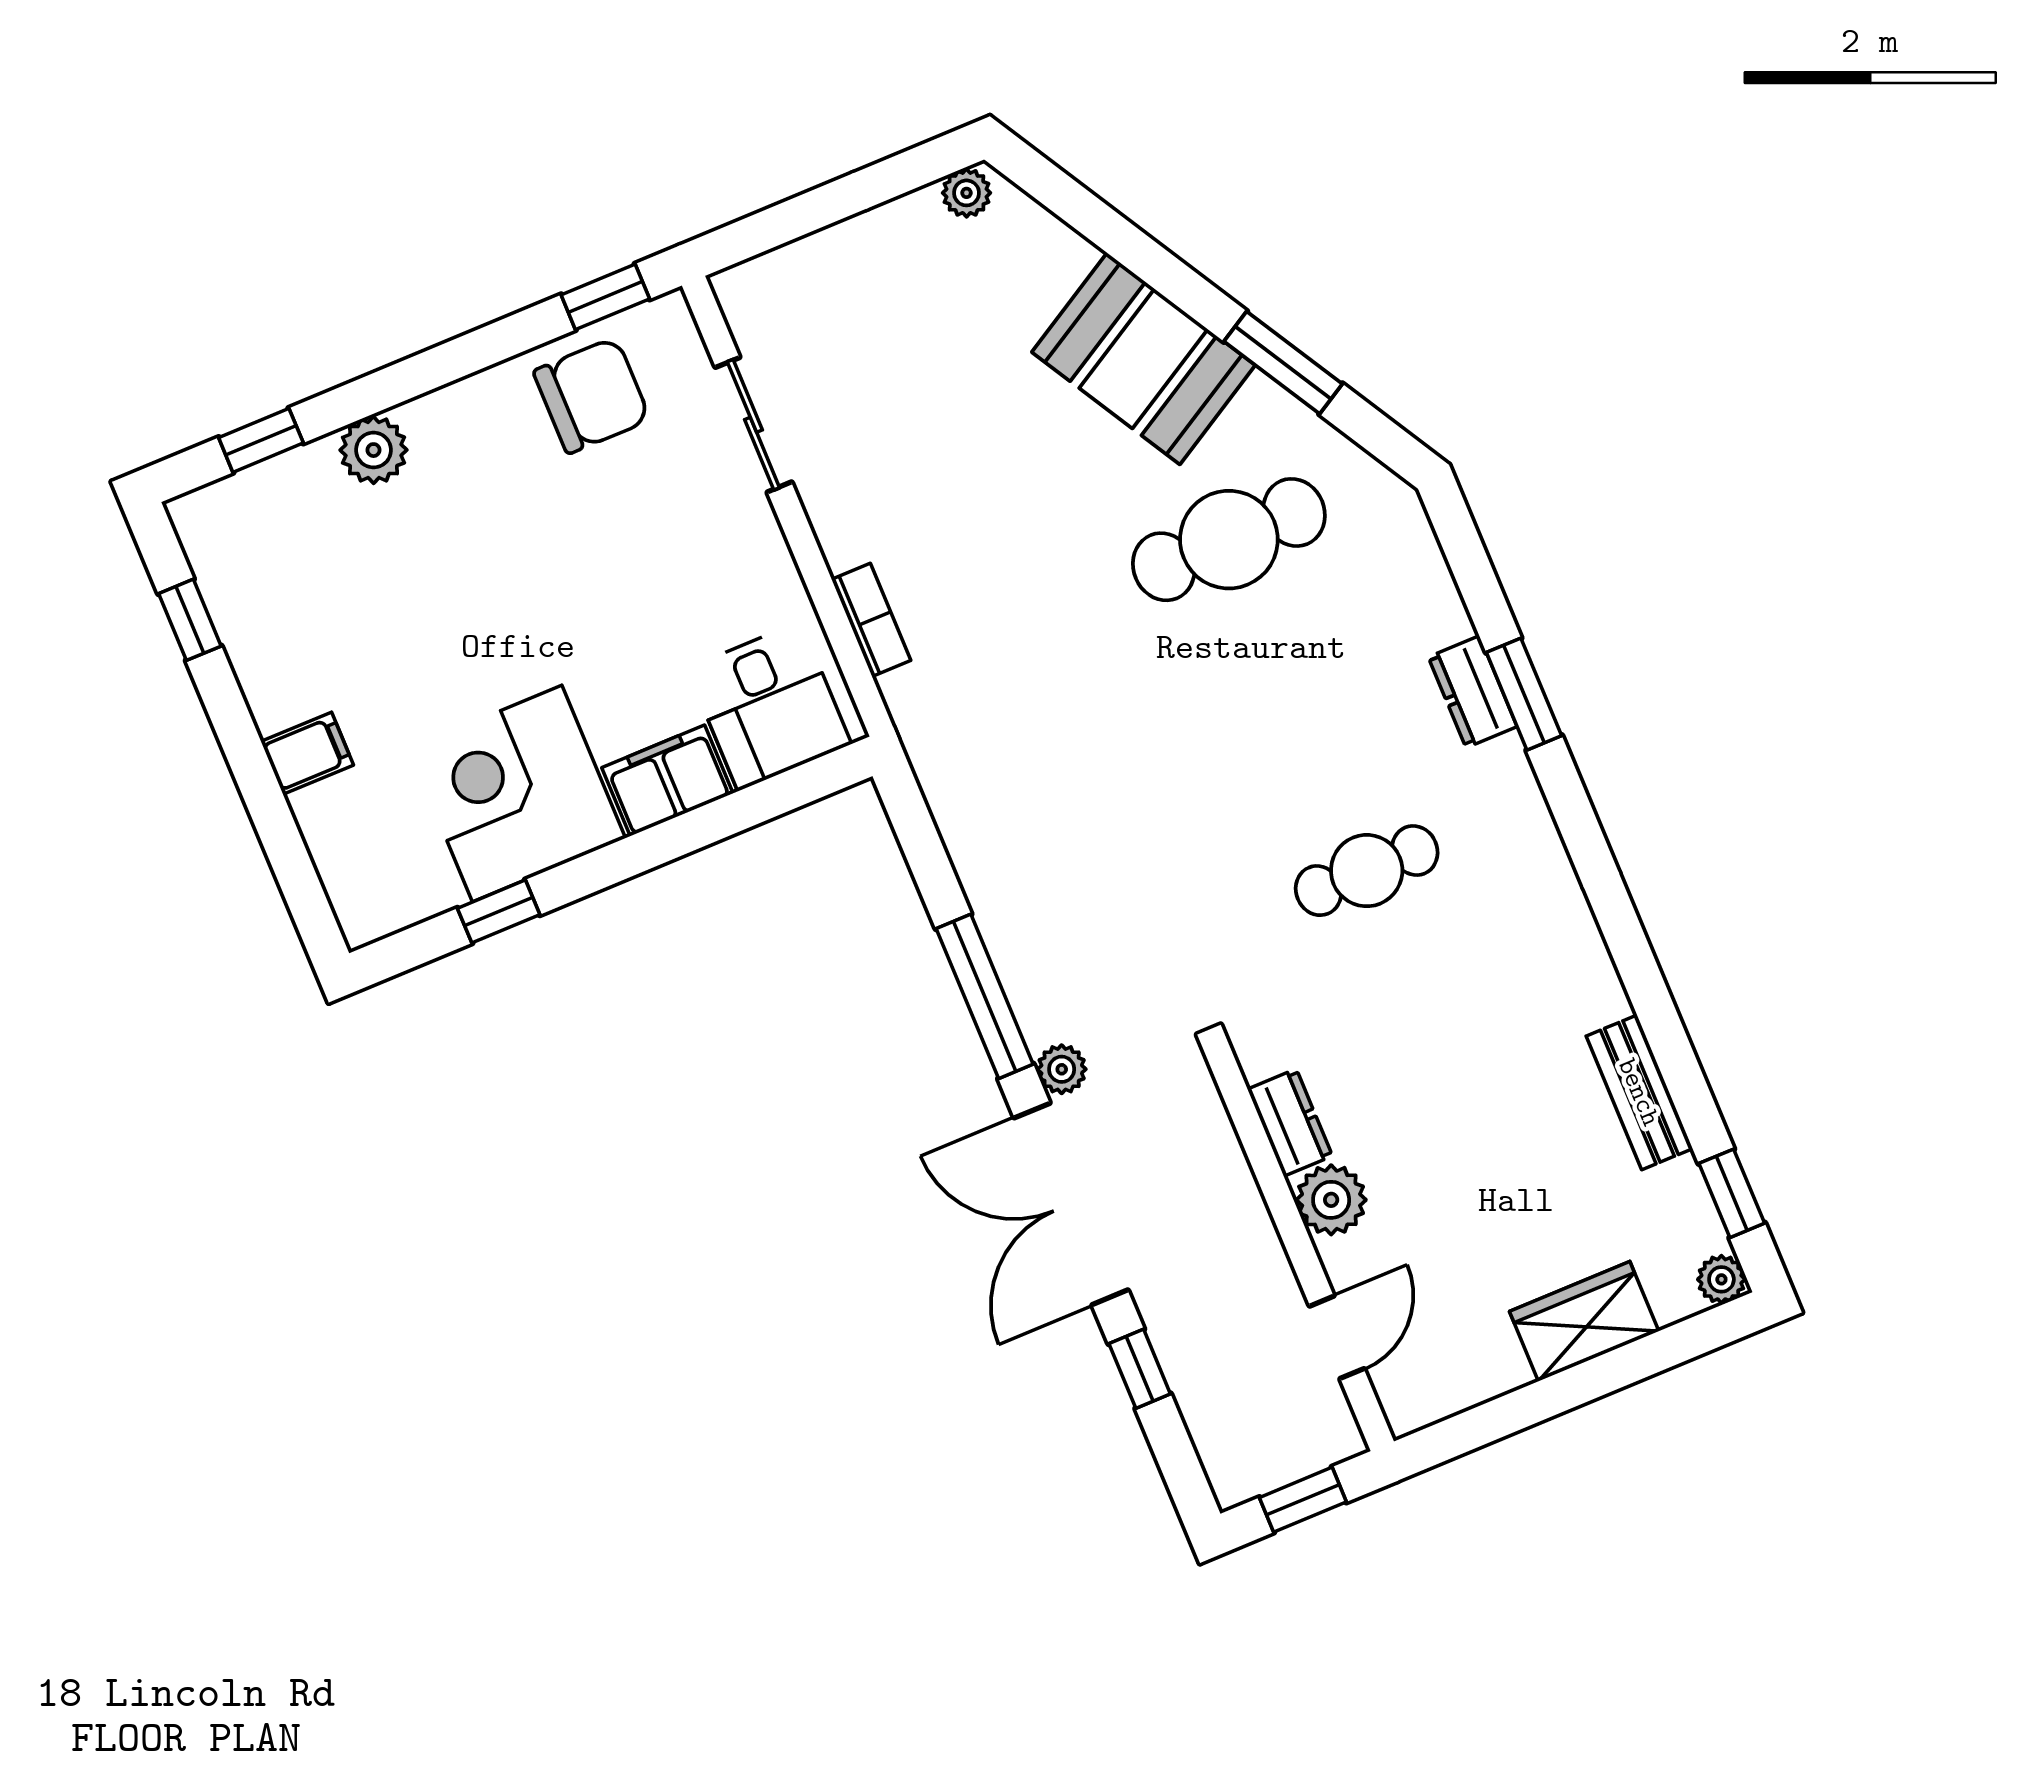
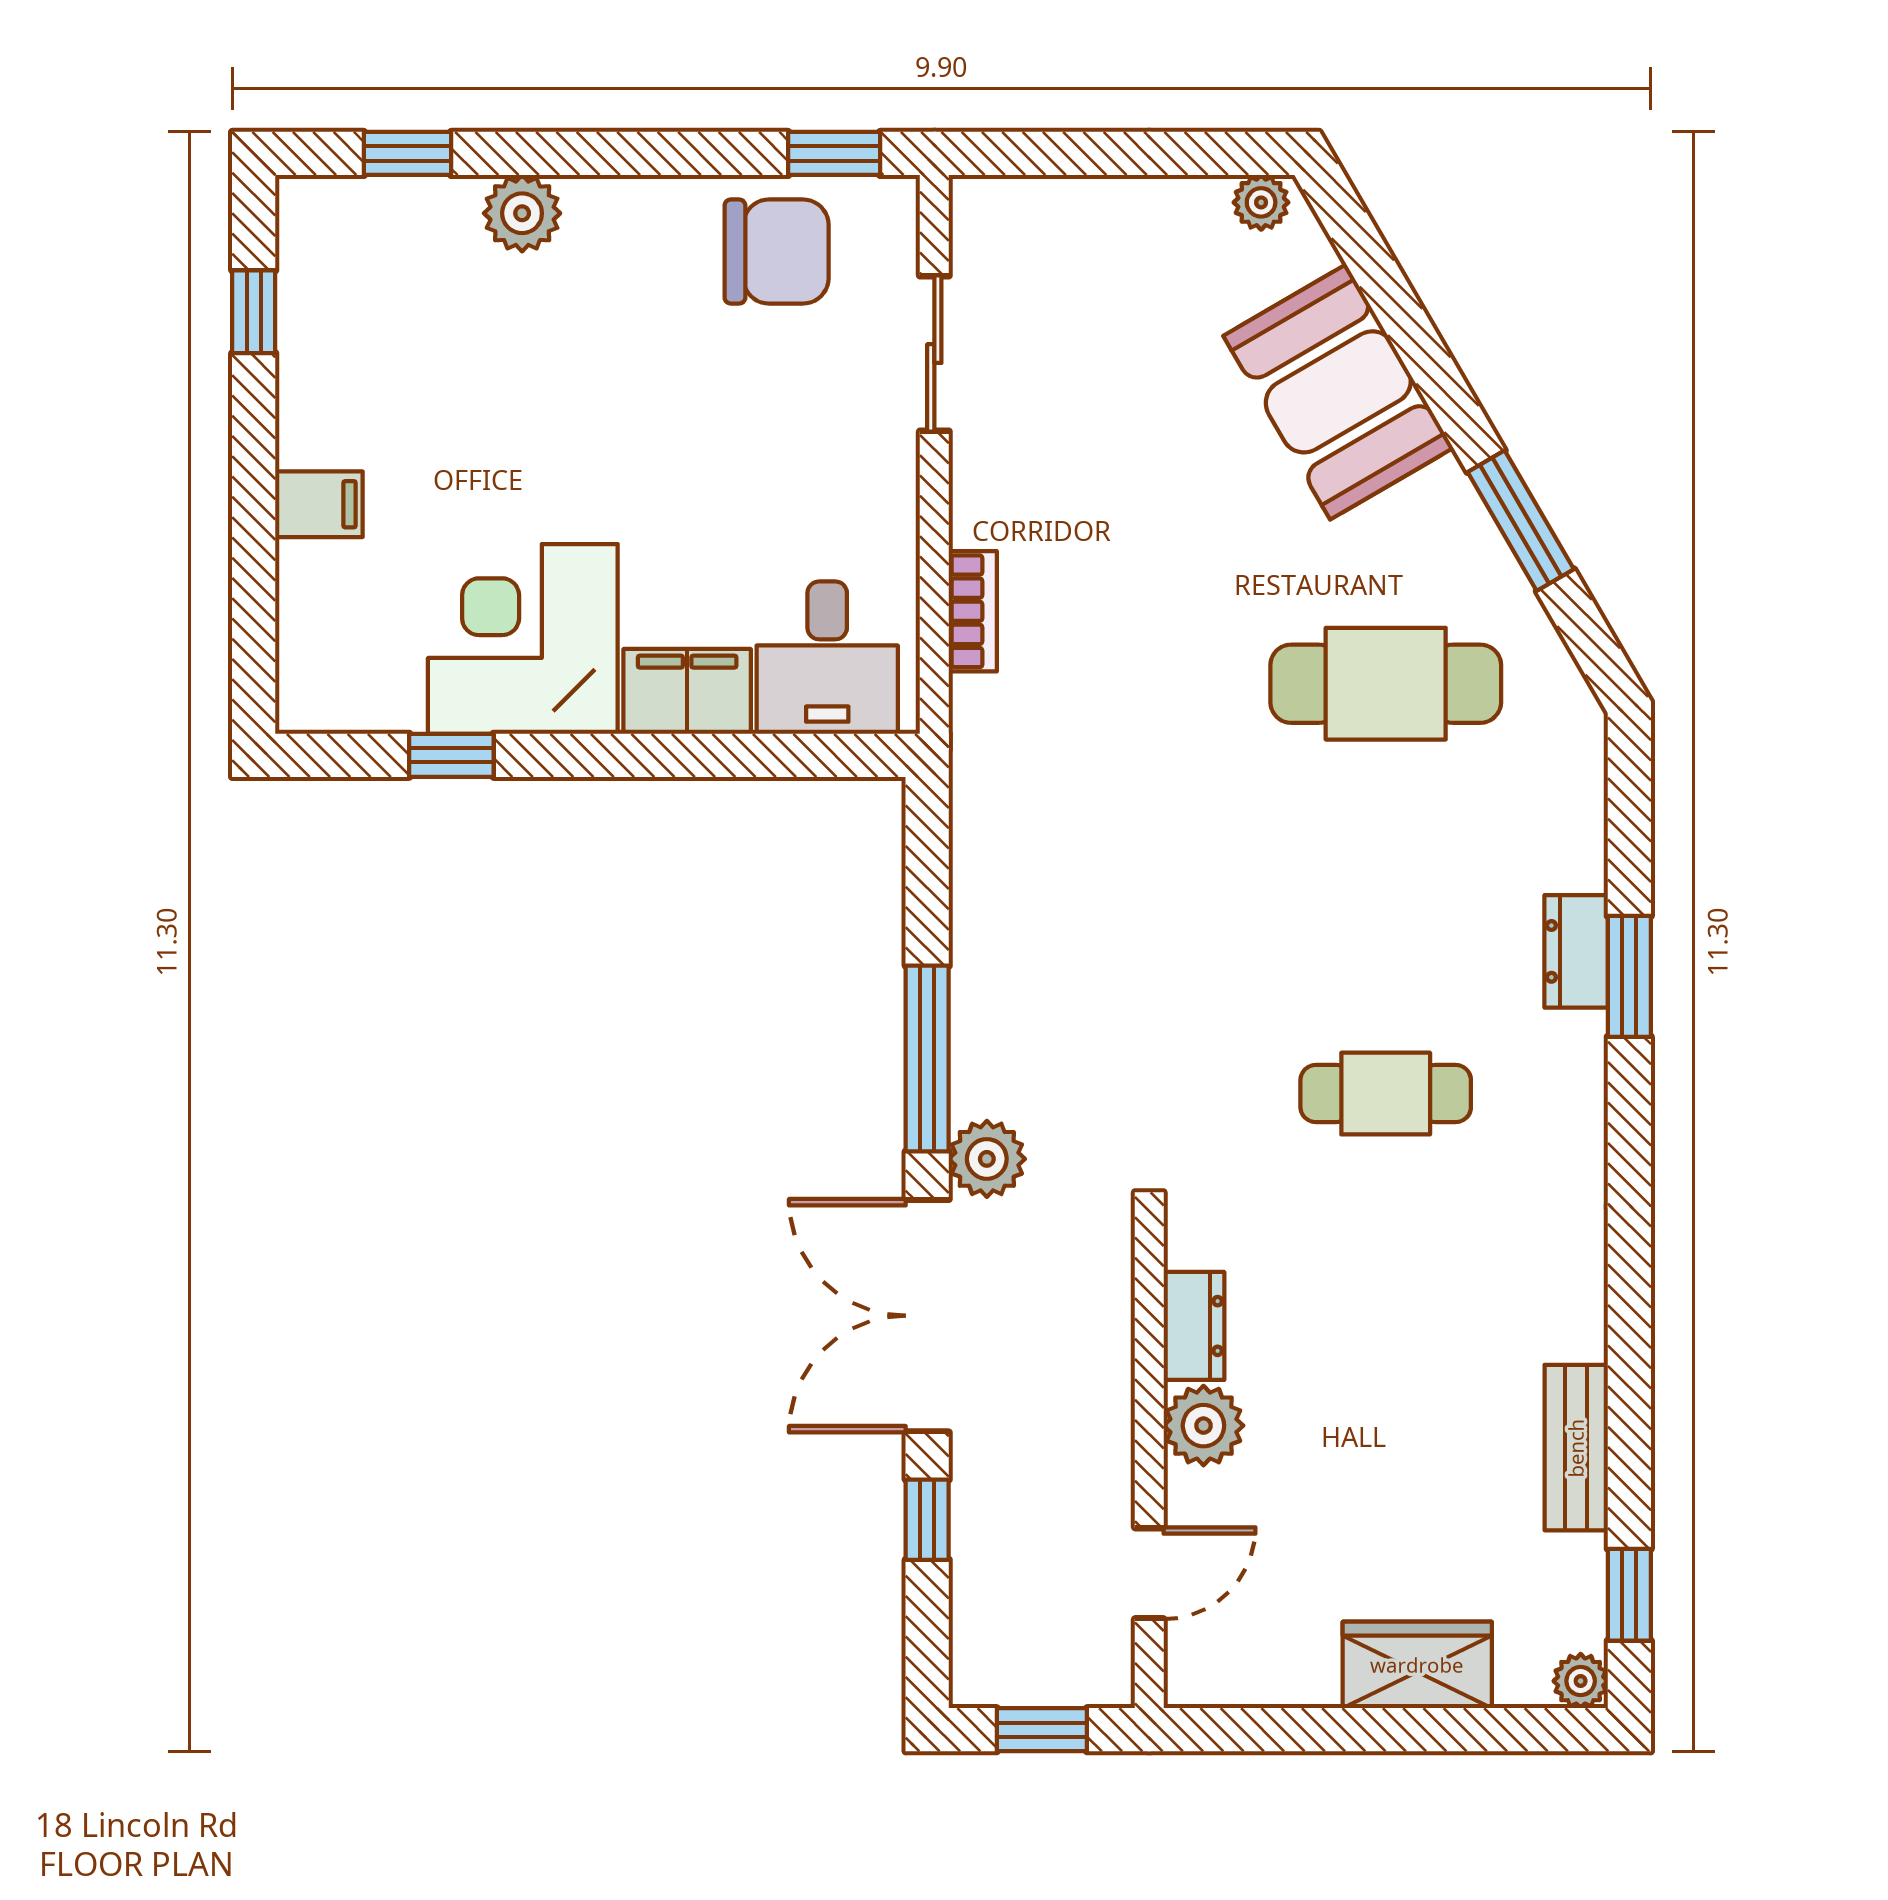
booth: (1143, 359) -> (1338, 392), moved
plant: (1062, 1069) -> (987, 1159), width x1.38, depth x1.38

